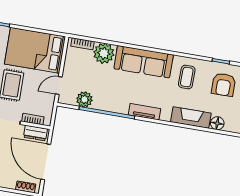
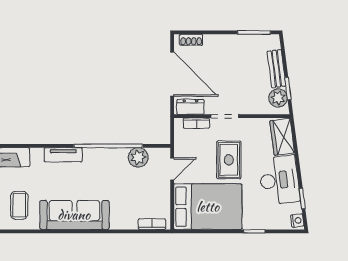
plant: (104, 53) -> (124, 217), removed

